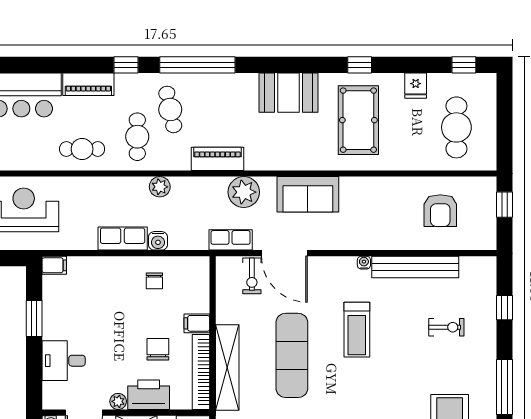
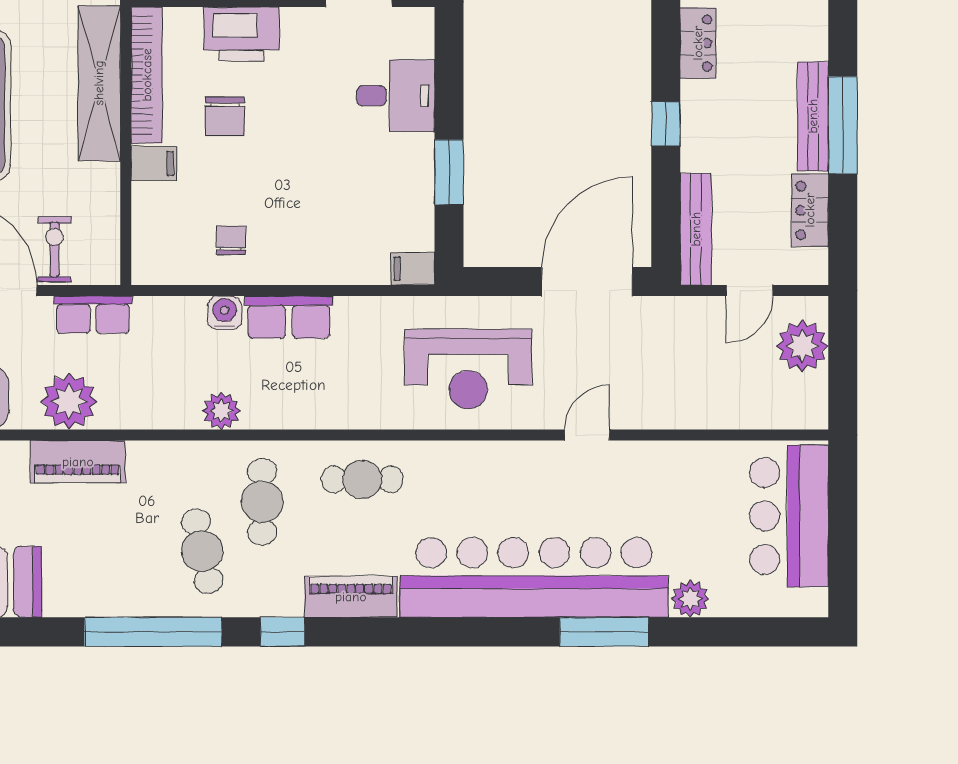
piano: (217, 159) -> (78, 462), moved
plant: (118, 401) -> (297, 22), removed

